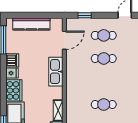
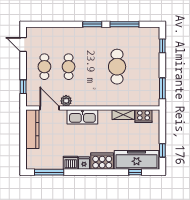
kitchen counter: (31, 24) -> (32, 129), moved
plant: (71, 56) -> (66, 101), added
cafe table: (104, 105) -> (117, 67), width x1.37, depth x1.35

